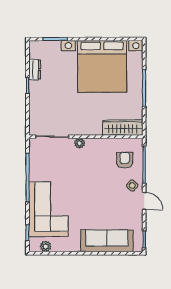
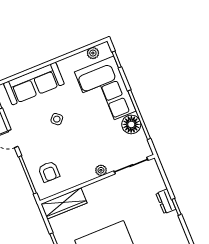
dresser: (35, 69) -> (166, 201), moved
floor lamp: (38, 172) -> (131, 124), added
side table: (132, 185) -> (57, 119), moved

